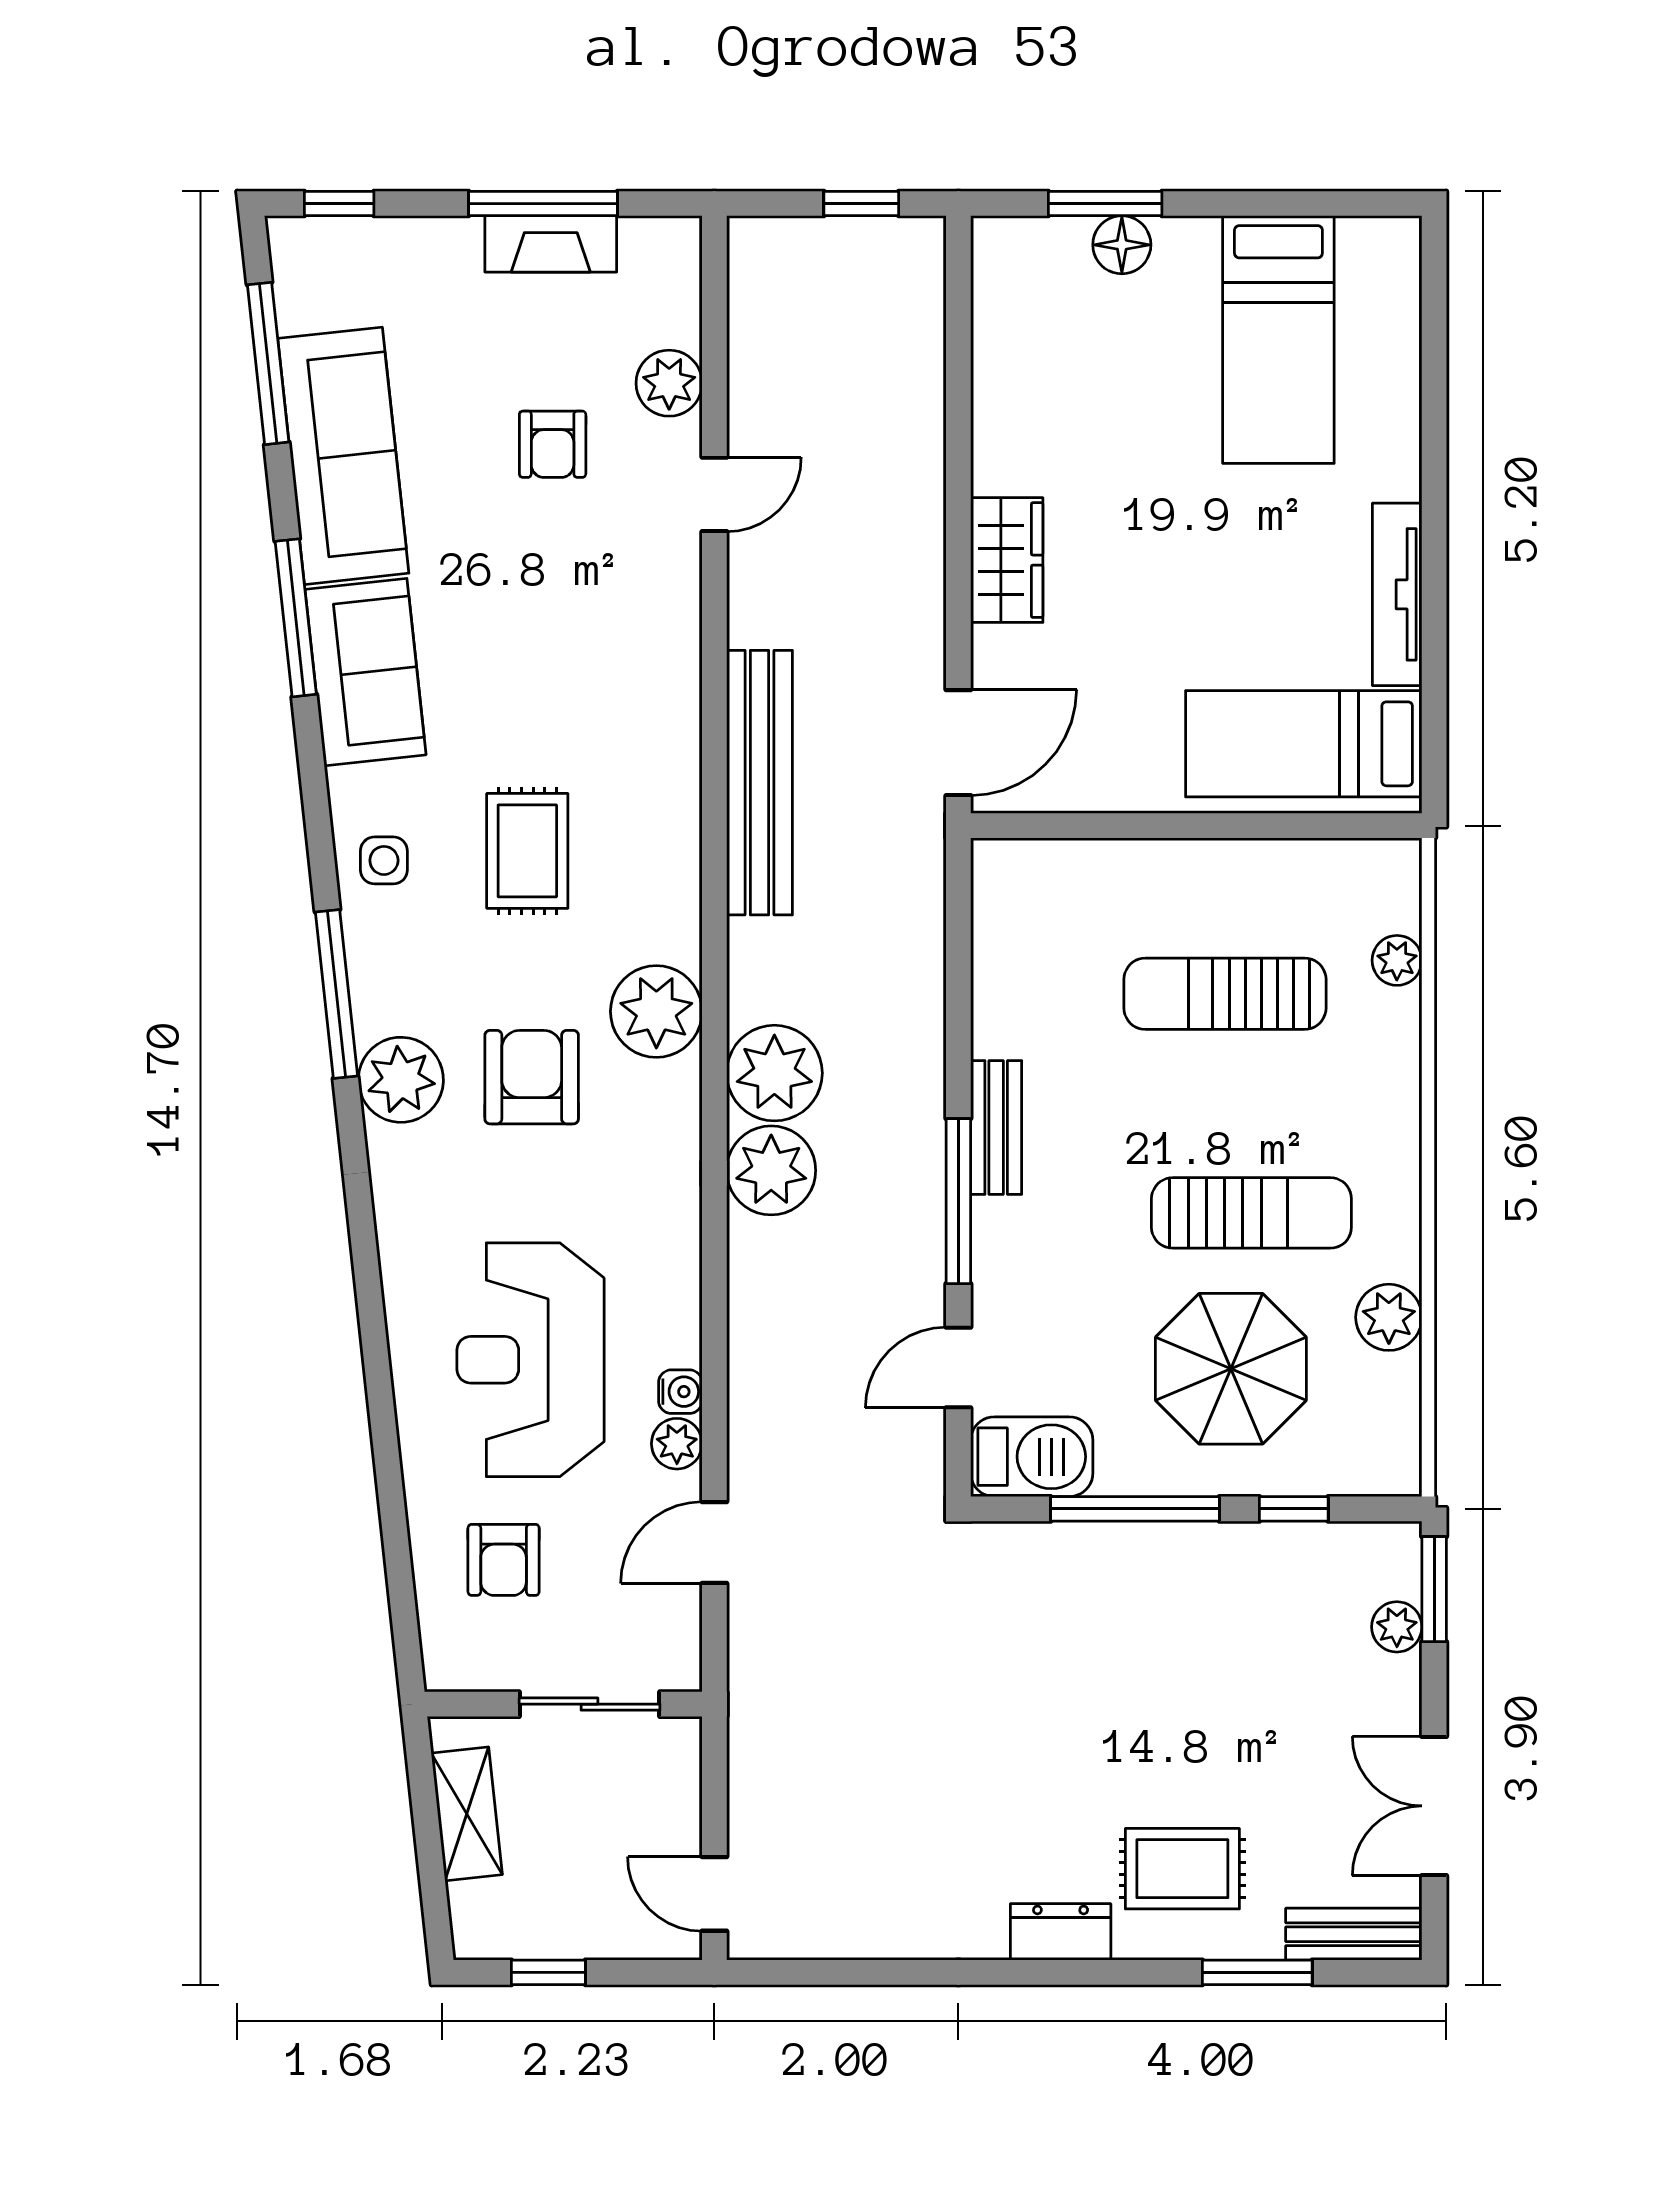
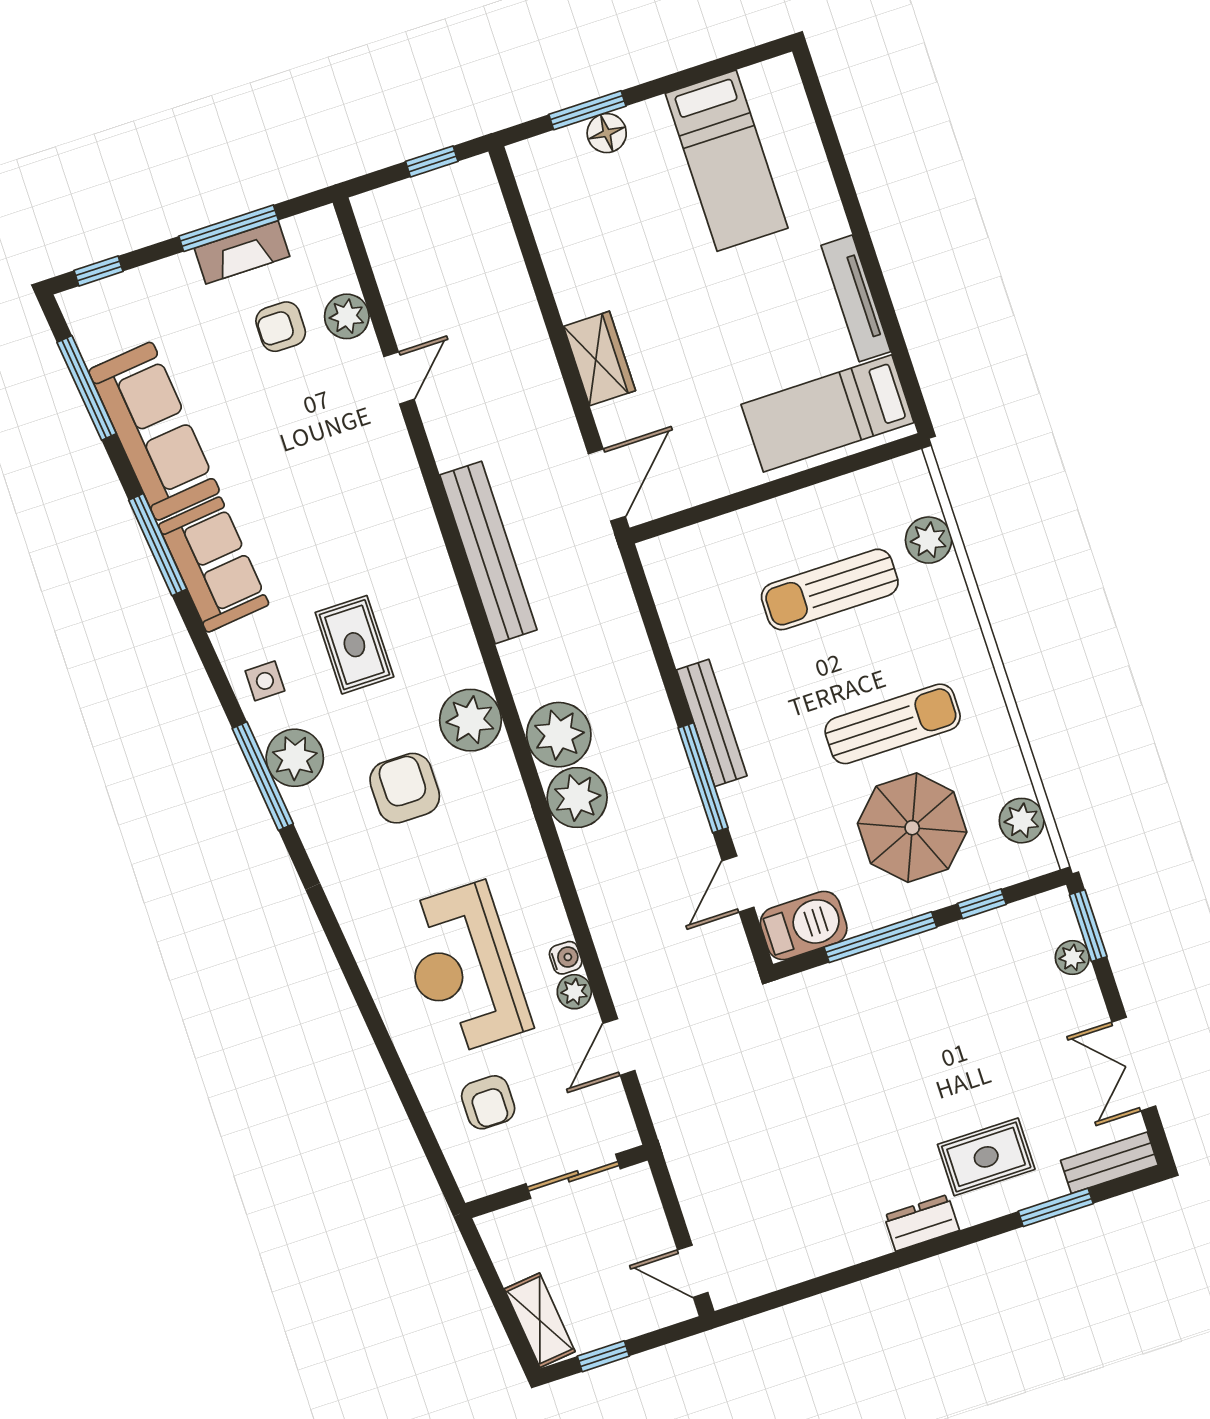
armchair: (553, 444) -> (281, 327), moved, turned 90
plant: (1397, 960) -> (929, 540), width x1.38, depth x1.38
plant: (401, 1080) -> (295, 758), moved
bench: (996, 1127) -> (712, 723), width x1.36
plant: (1389, 1317) -> (1022, 821), moved
shelving: (467, 1814) -> (540, 1320), moved

